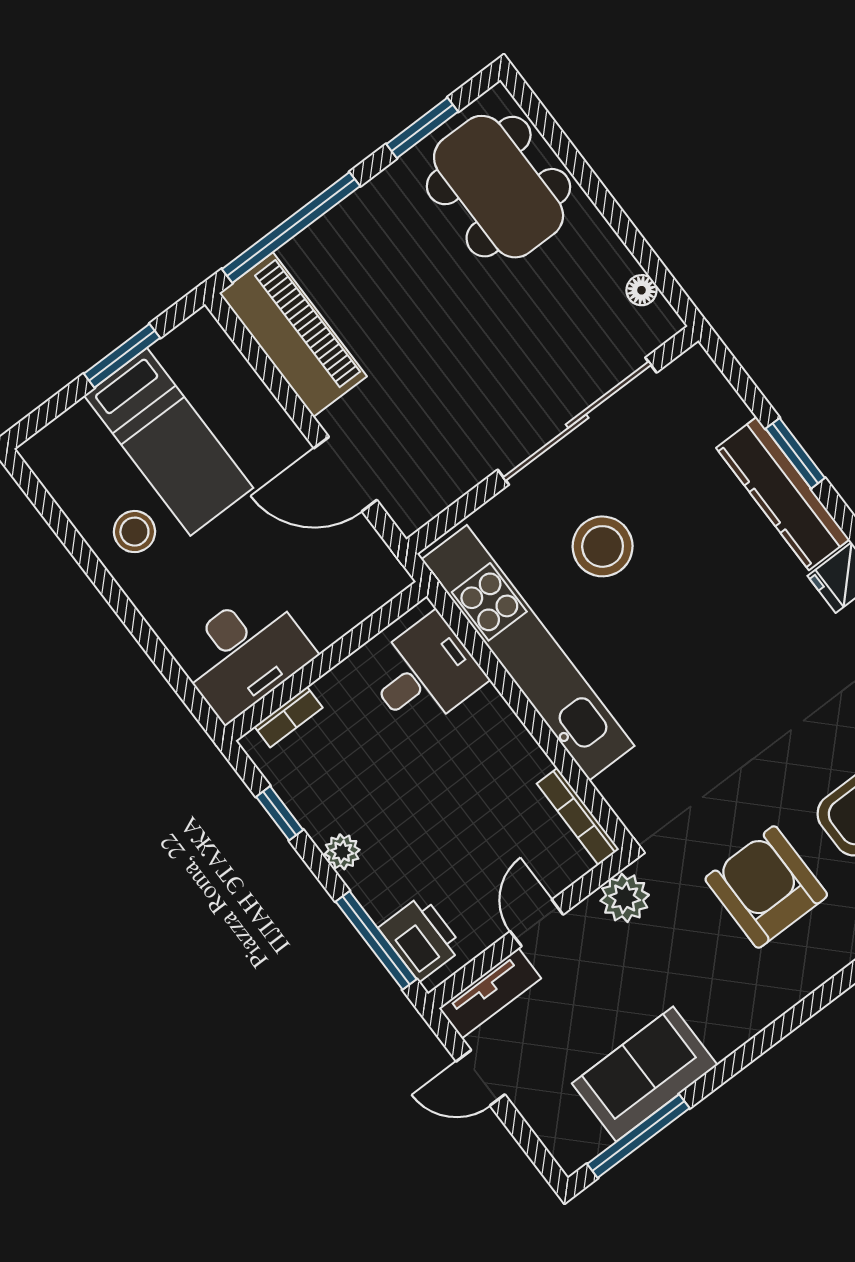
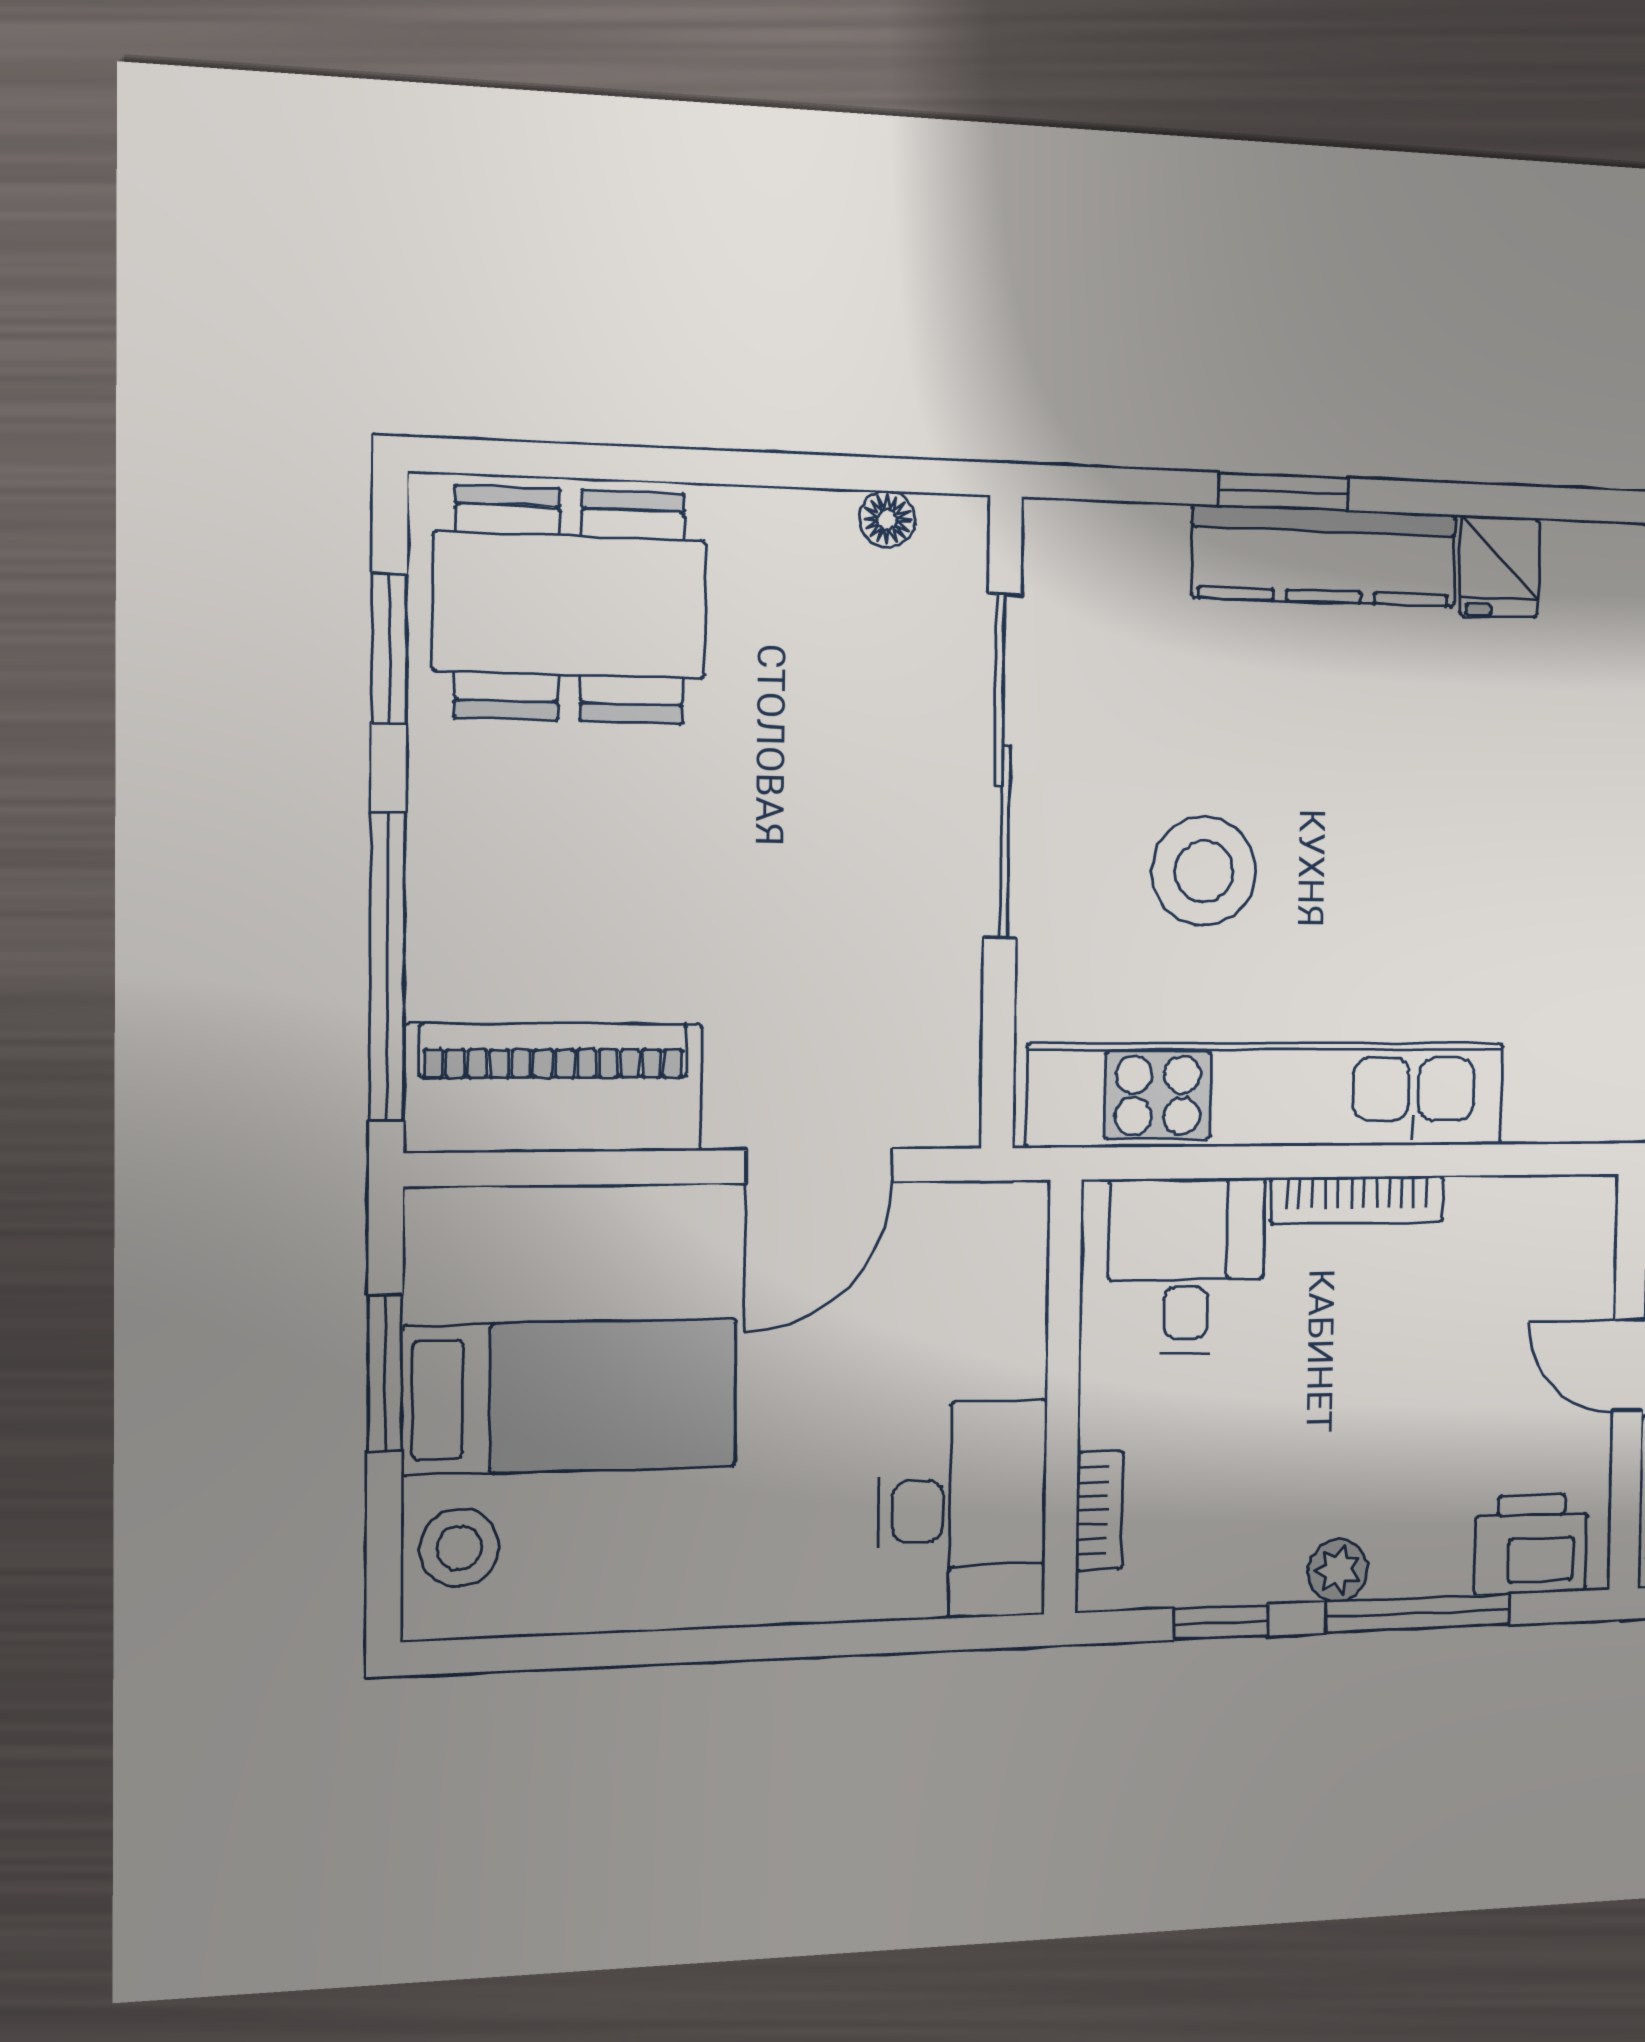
stool: (134, 532) -> (459, 1548), moved
bookcase: (578, 816) -> (1357, 1200), moved
window: (376, 940) -> (1418, 1613), moved

